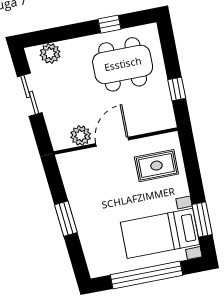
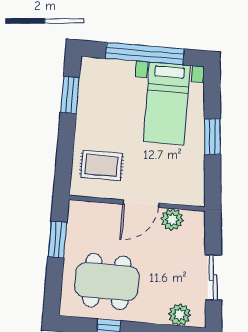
window: (177, 89) -> (57, 240), width x1.50
bed with nightstands: (160, 233) -> (167, 104), moved, turned 90

